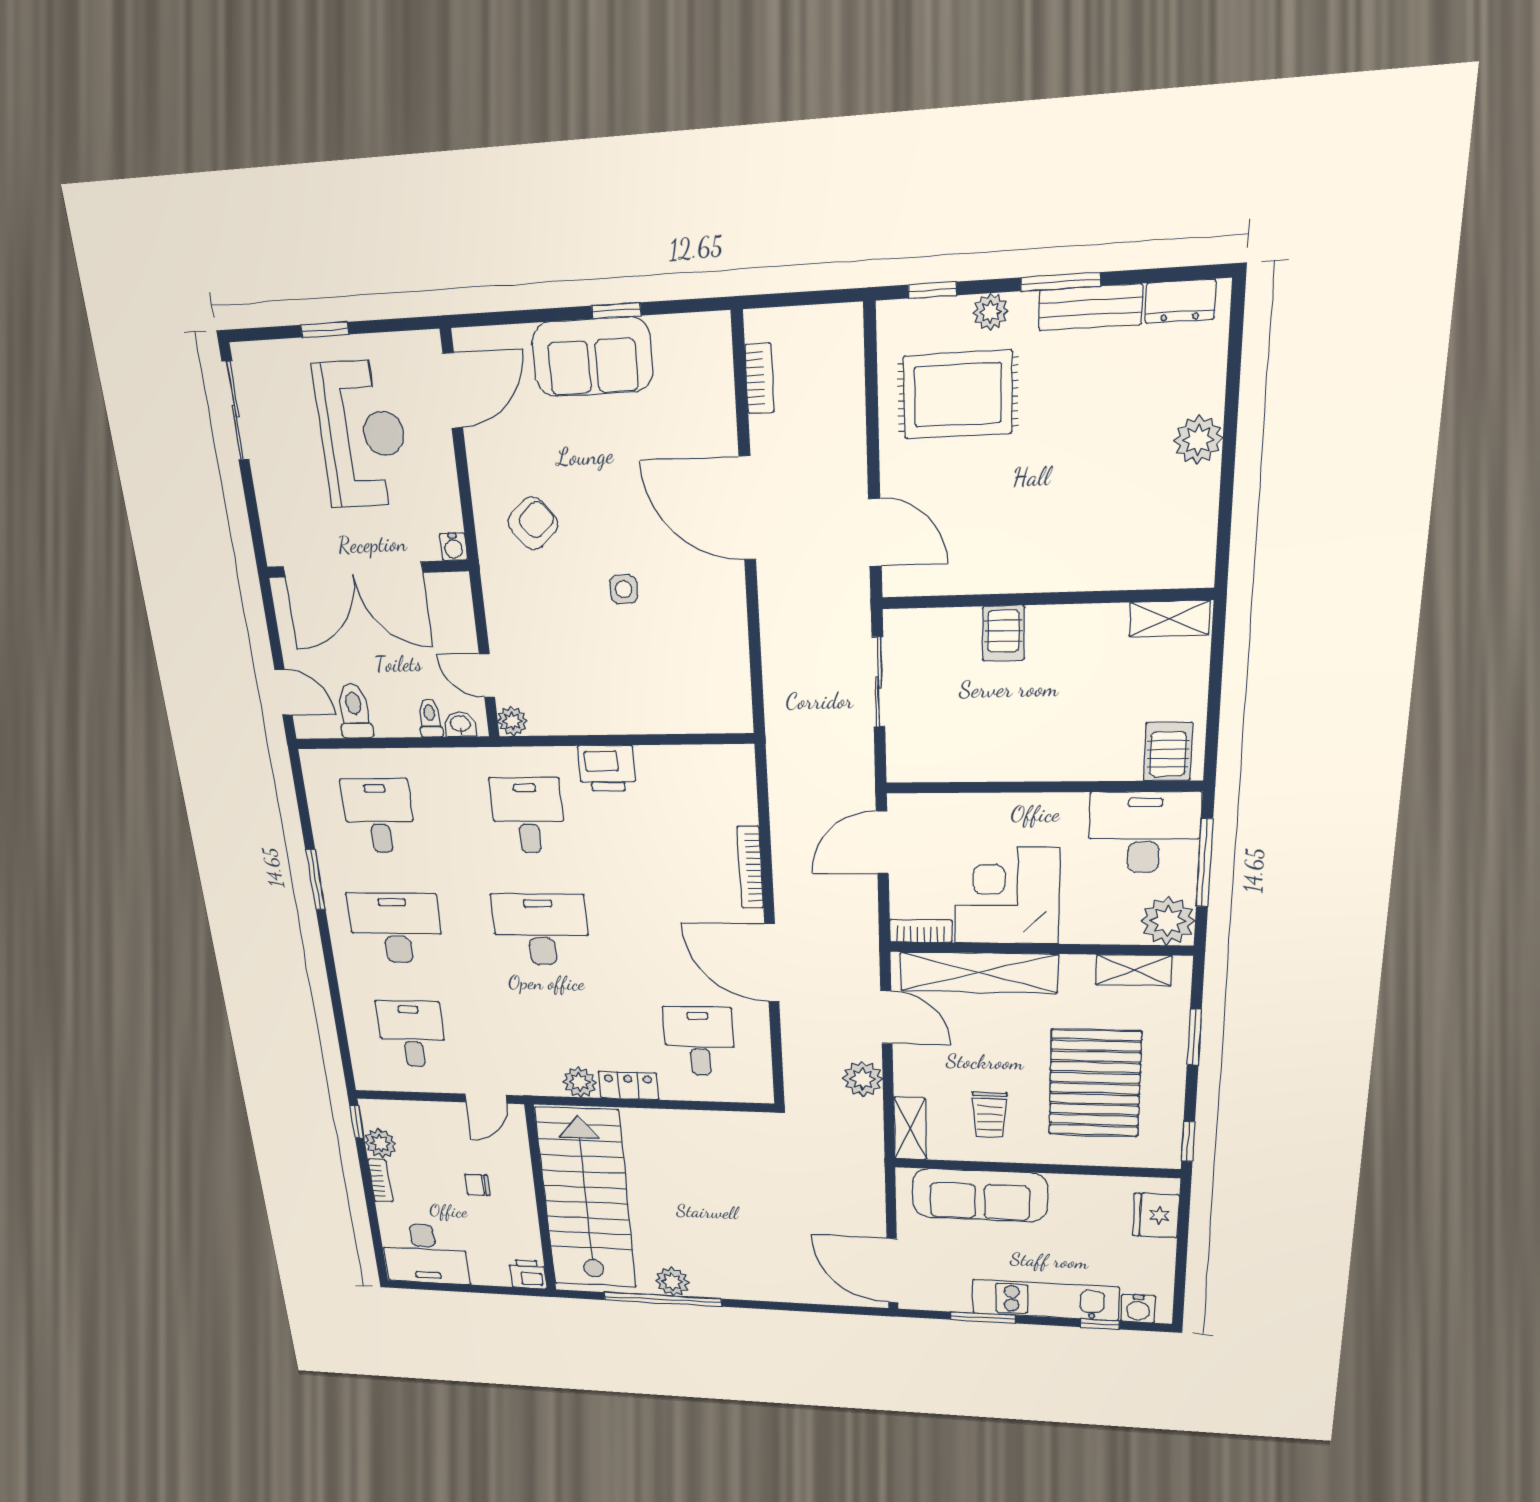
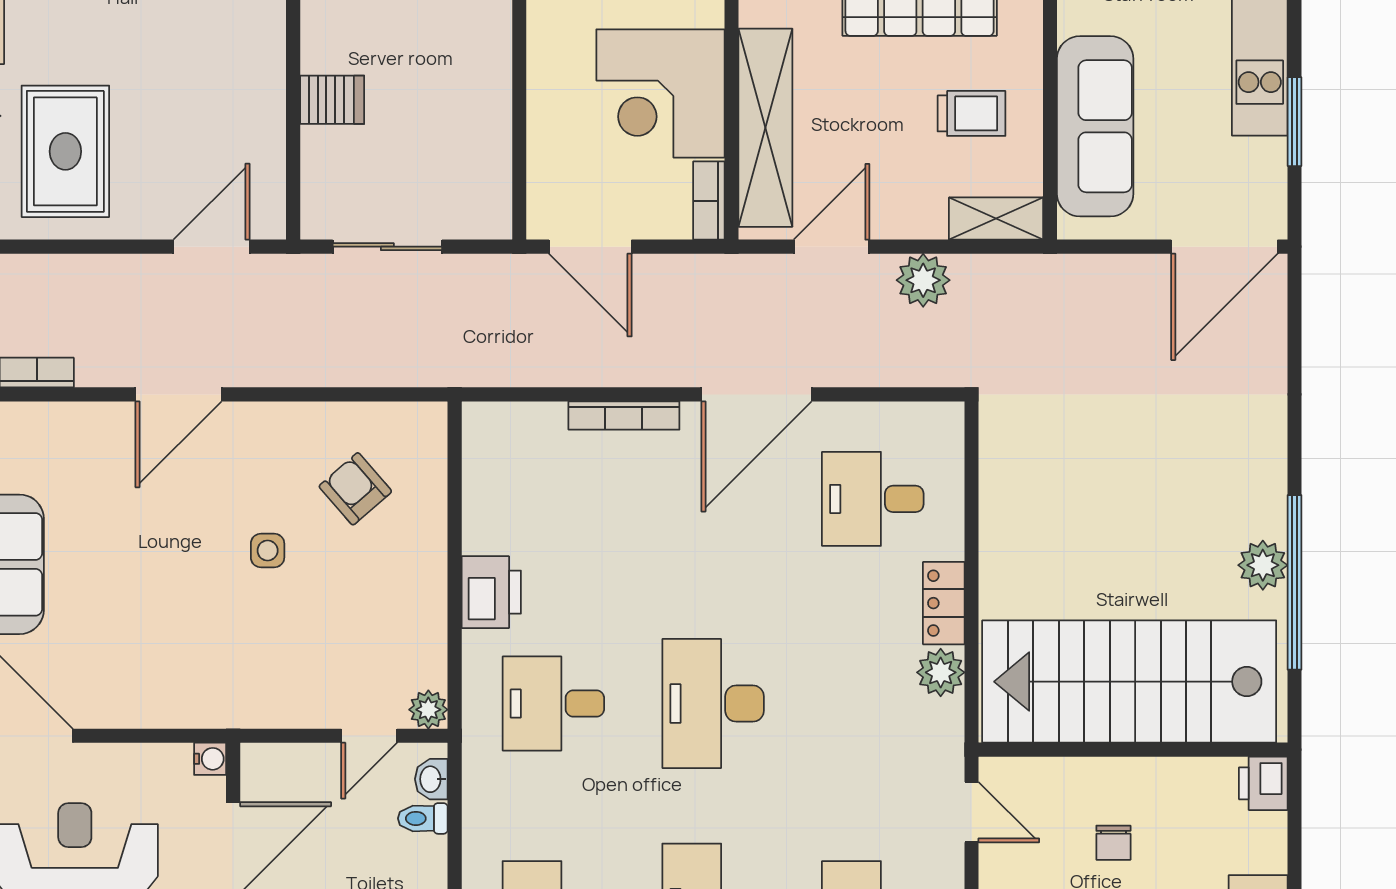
door: (747, 508) -> (178, 394), width x0.73
armchair: (533, 523) -> (355, 489), moved

